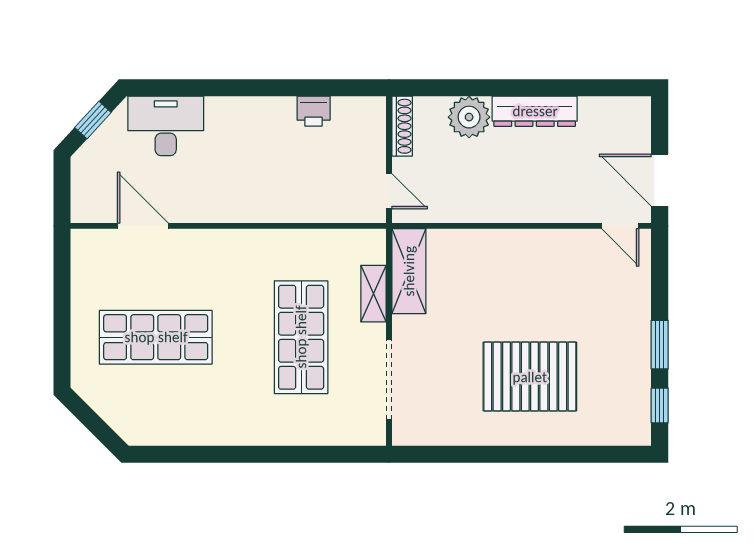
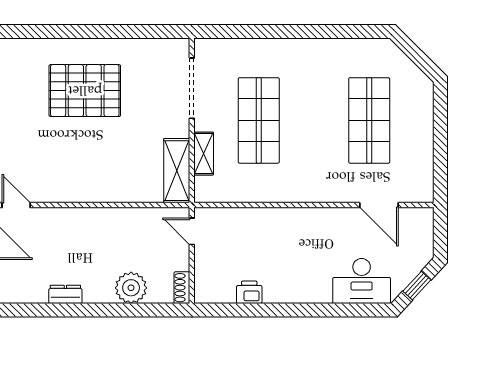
dresser: (535, 111) -> (65, 294), width x0.51, depth x0.80
shoe rack: (402, 126) -> (182, 288), width x0.70
shop shelf: (156, 337) -> (369, 120), turned 90

